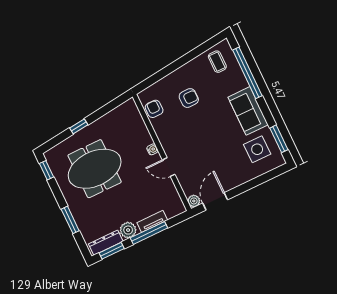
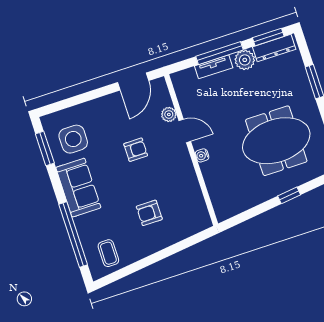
armchair: (154, 109) -> (136, 150), moved, turned -90
plant: (194, 201) -> (169, 114), moved

